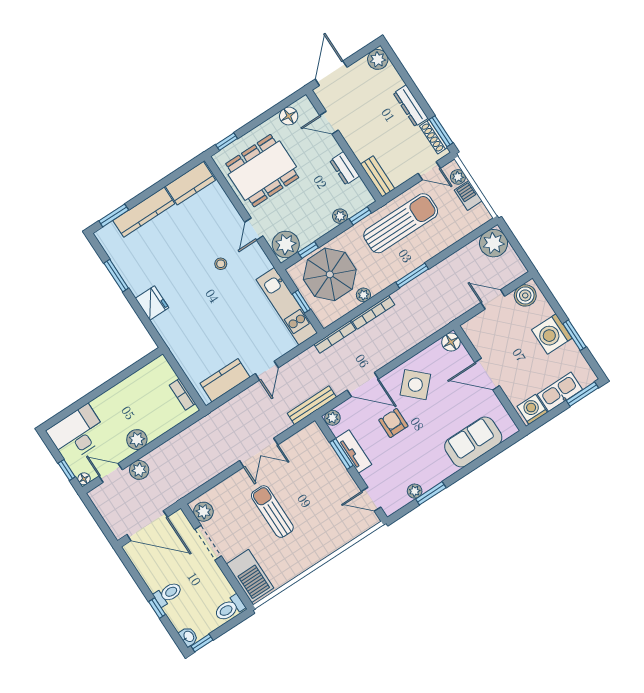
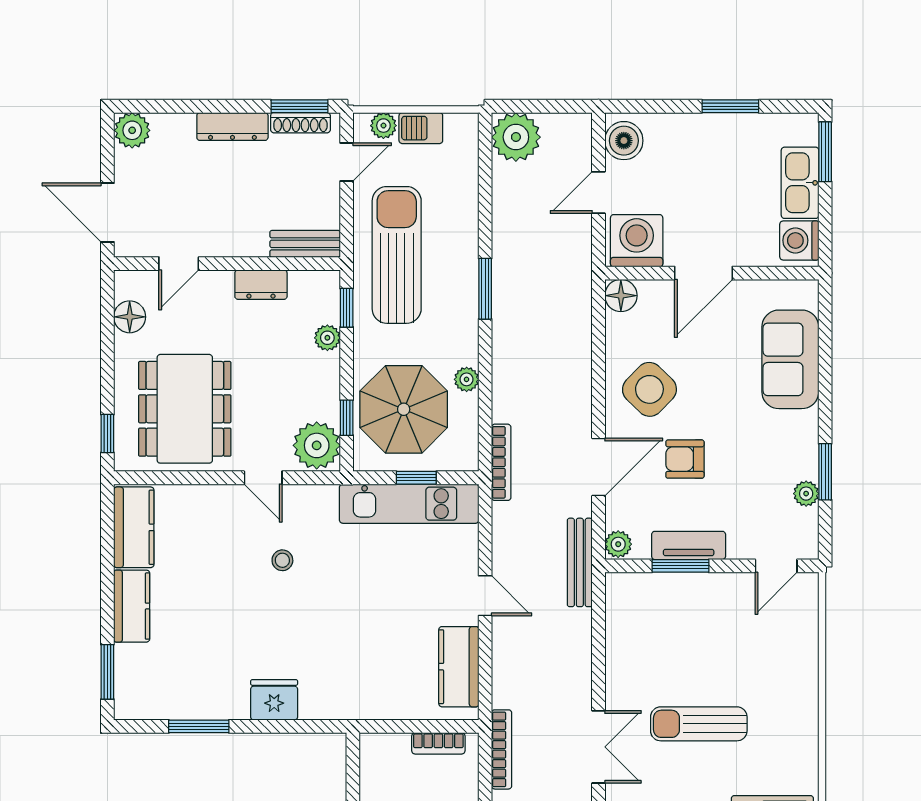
kitchen counter: (144, 212) -> (132, 606), width x0.67
bookcase: (373, 312) -> (502, 749), moved
washing machine: (552, 334) -> (637, 241), moved, turned 180
double door: (259, 453) -> (598, 747), moved

